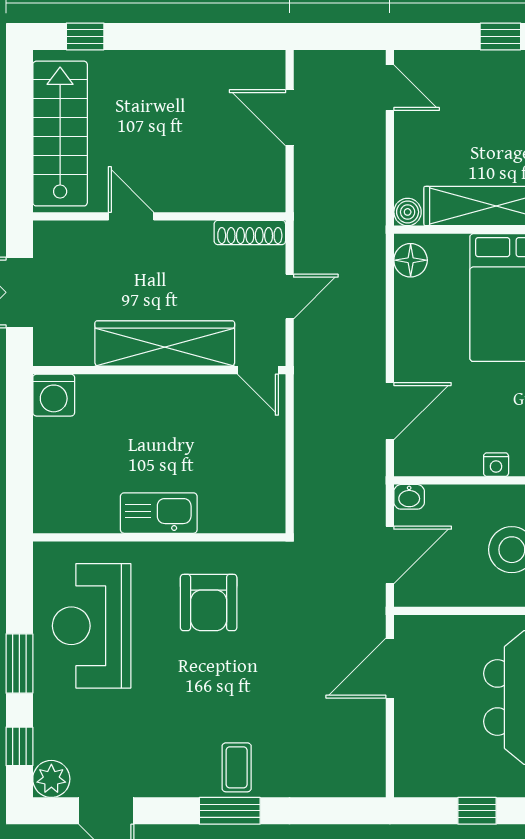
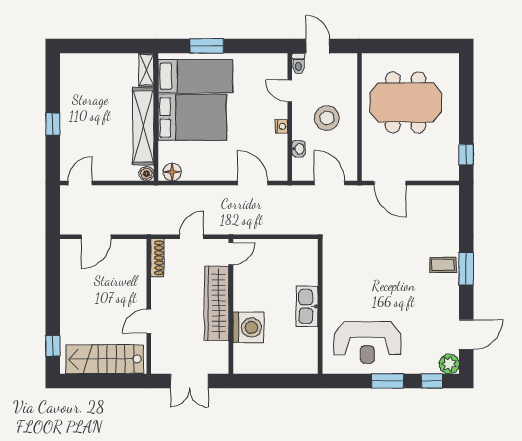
door: (290, 296) -> (192, 237), hinge flipped
washing machine: (54, 395) -> (248, 327), moved, width x1.37, depth x1.37
washbasin: (409, 497) -> (299, 149), moved
armchair: (209, 603) -> (355, 280), removed
window: (477, 811) -> (466, 154), moved

